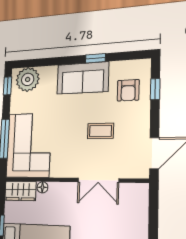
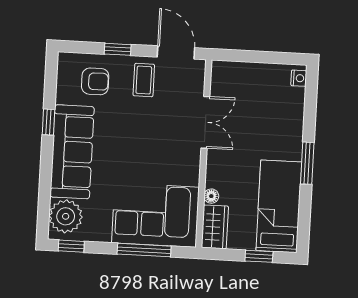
sofa: (83, 78) -> (72, 152), width x1.36
window: (155, 89) -> (118, 49), moved
coffee table: (100, 131) -> (144, 80), moved

